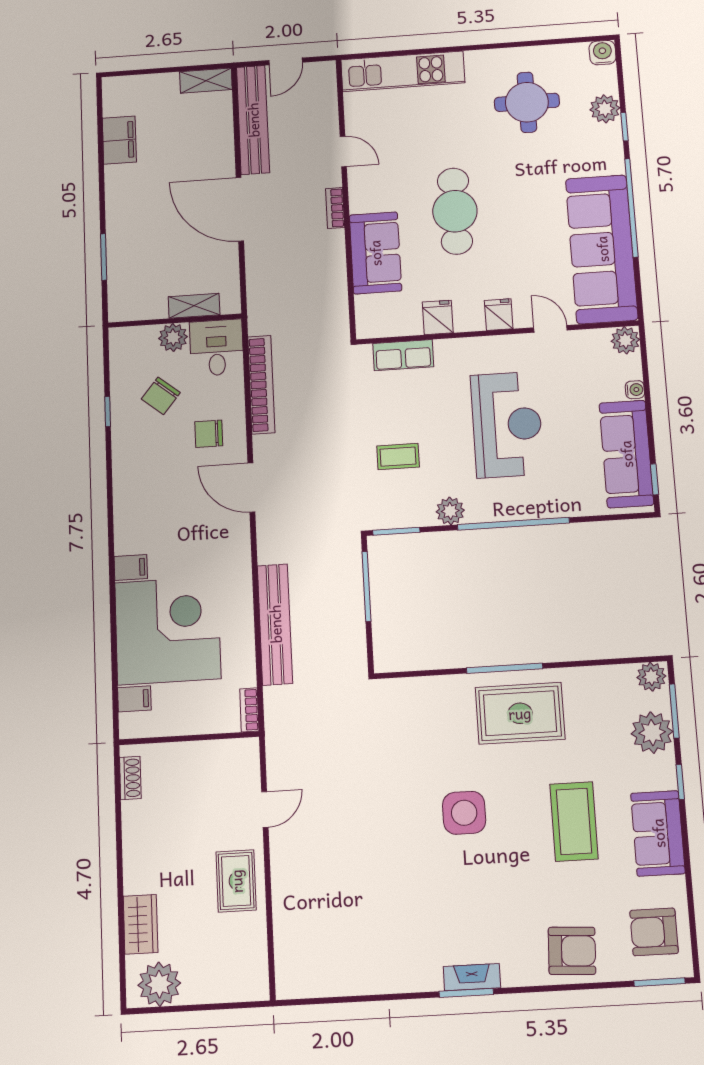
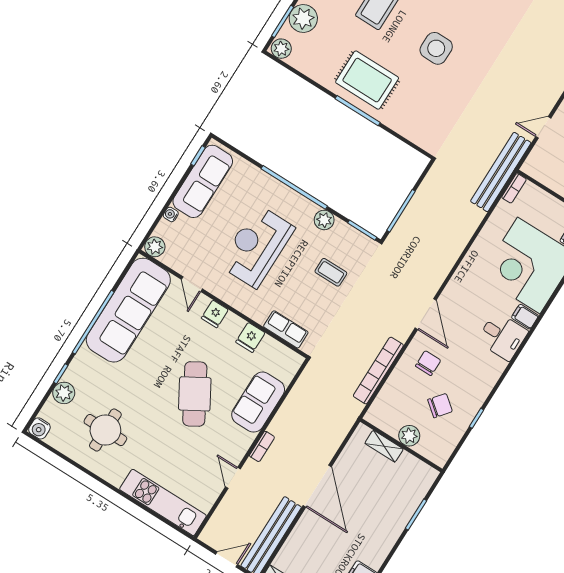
cafe table: (455, 211) -> (195, 394), turned -30
desk: (217, 348) -> (502, 336), moved, turned -90
chair: (209, 434) -> (428, 363), turned -90
bench: (275, 624) -> (501, 172), moved

